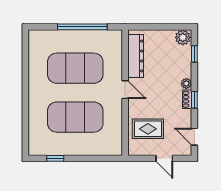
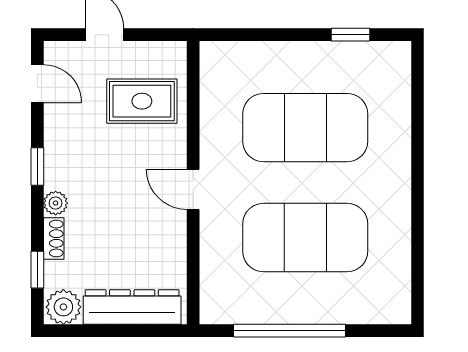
dresser: (136, 56) -> (132, 307), moved, turned 90
shoe rack: (187, 99) -> (54, 239), moved

